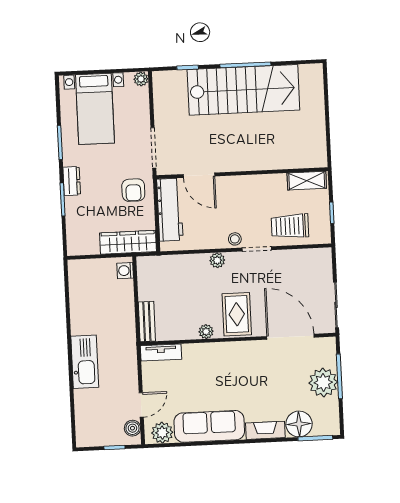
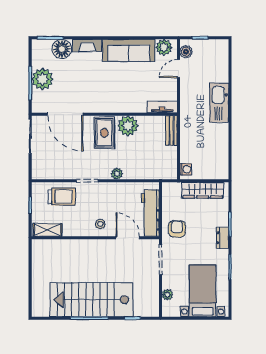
plant: (141, 79) -> (167, 295), moved
stool: (235, 239) -> (100, 224), moved
wardrobe: (128, 242) -> (203, 190), moved
plant: (206, 332) -> (128, 126), width x1.88, depth x1.88

